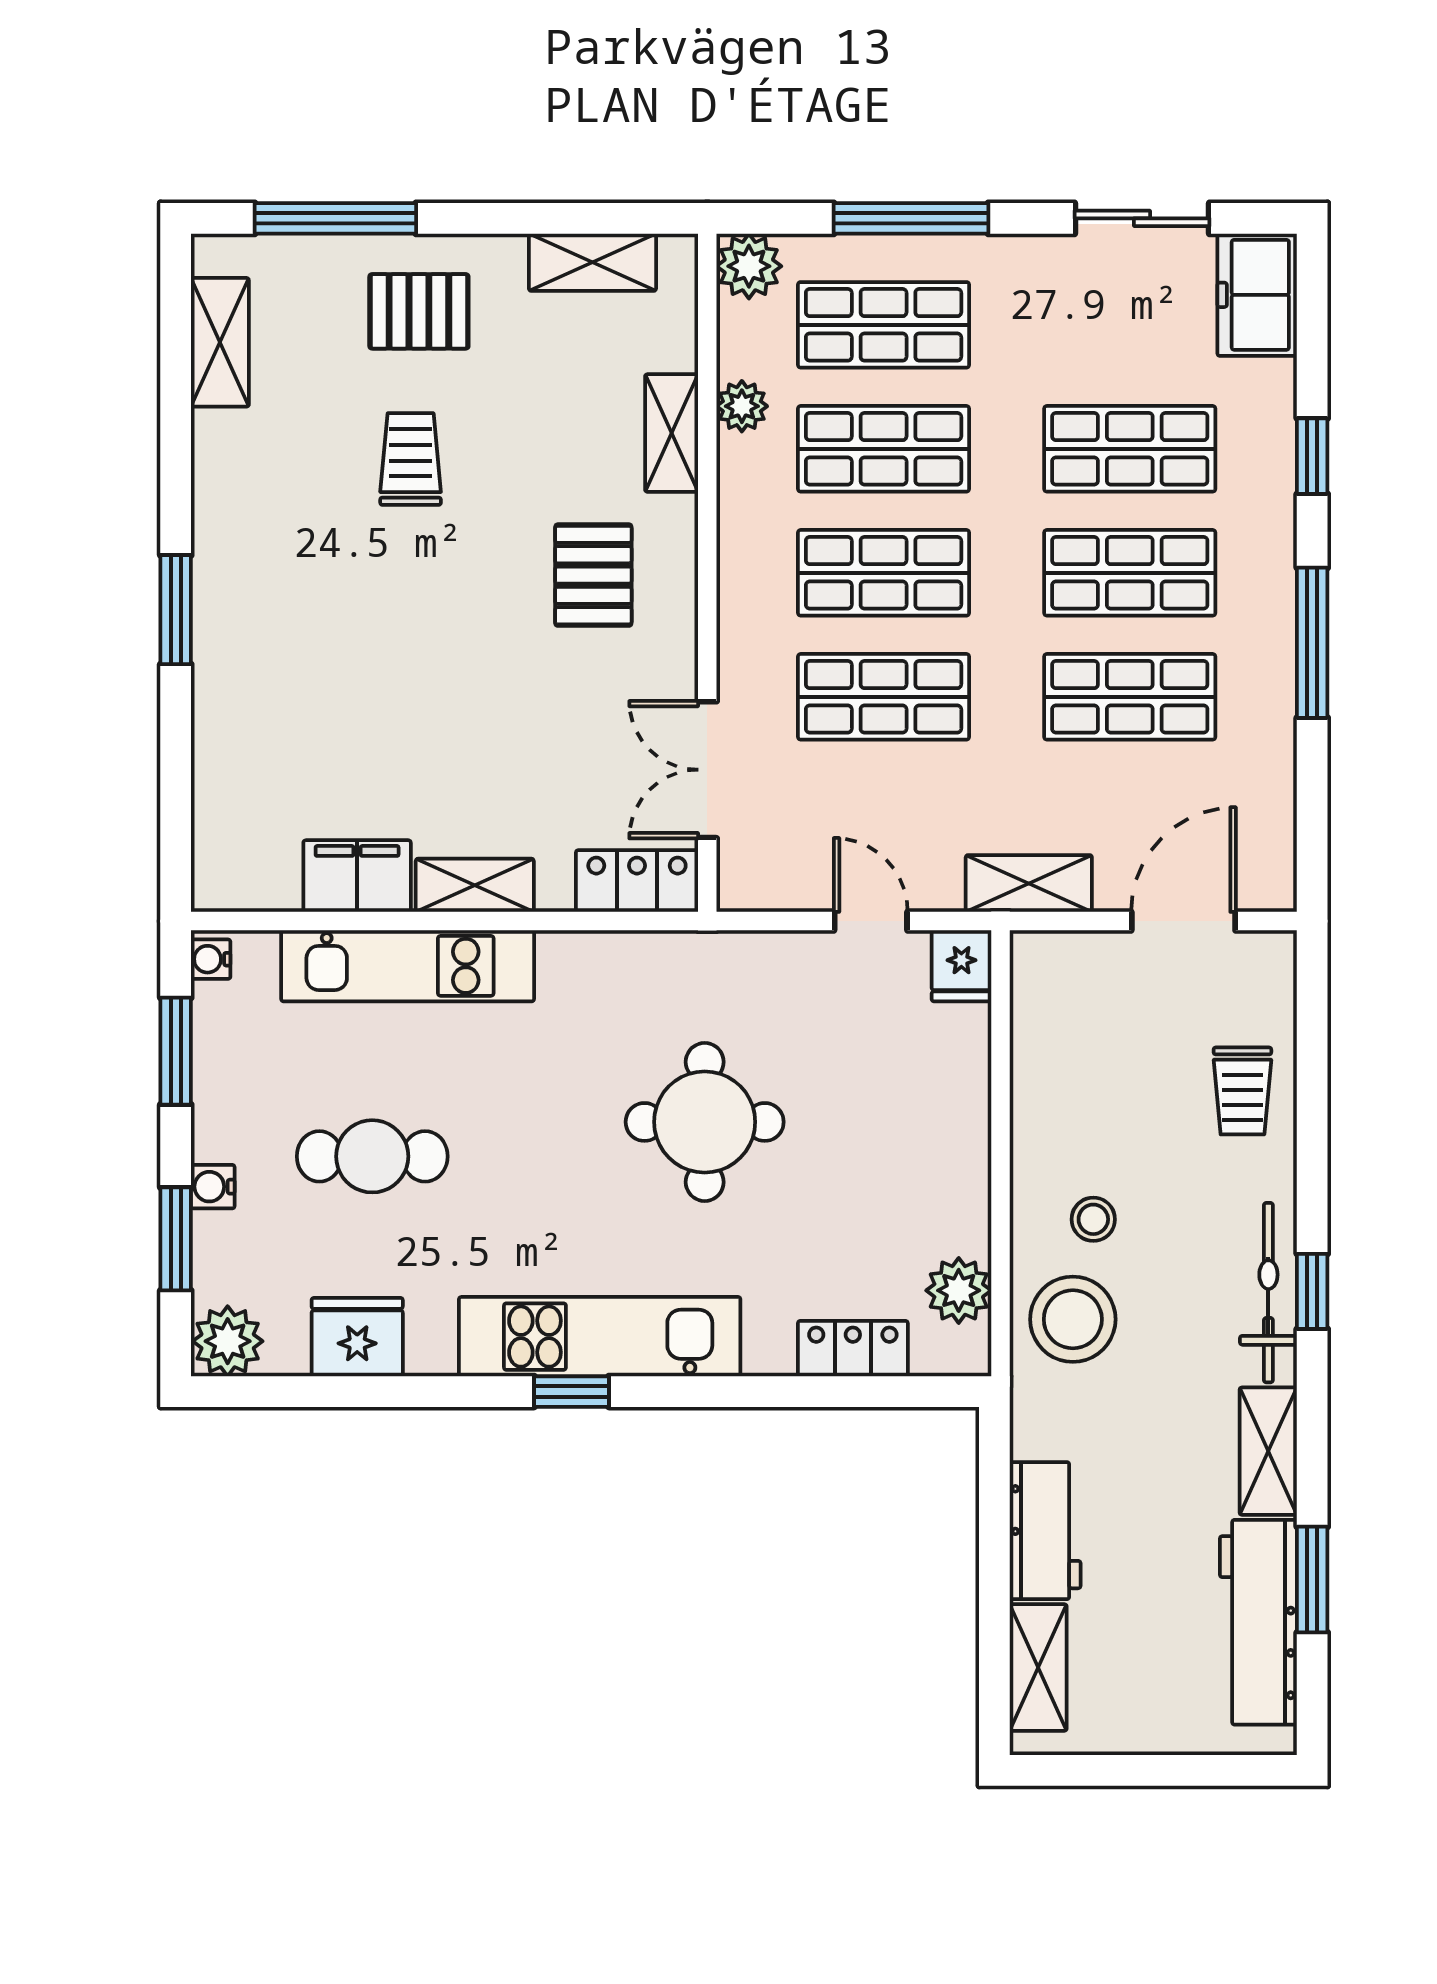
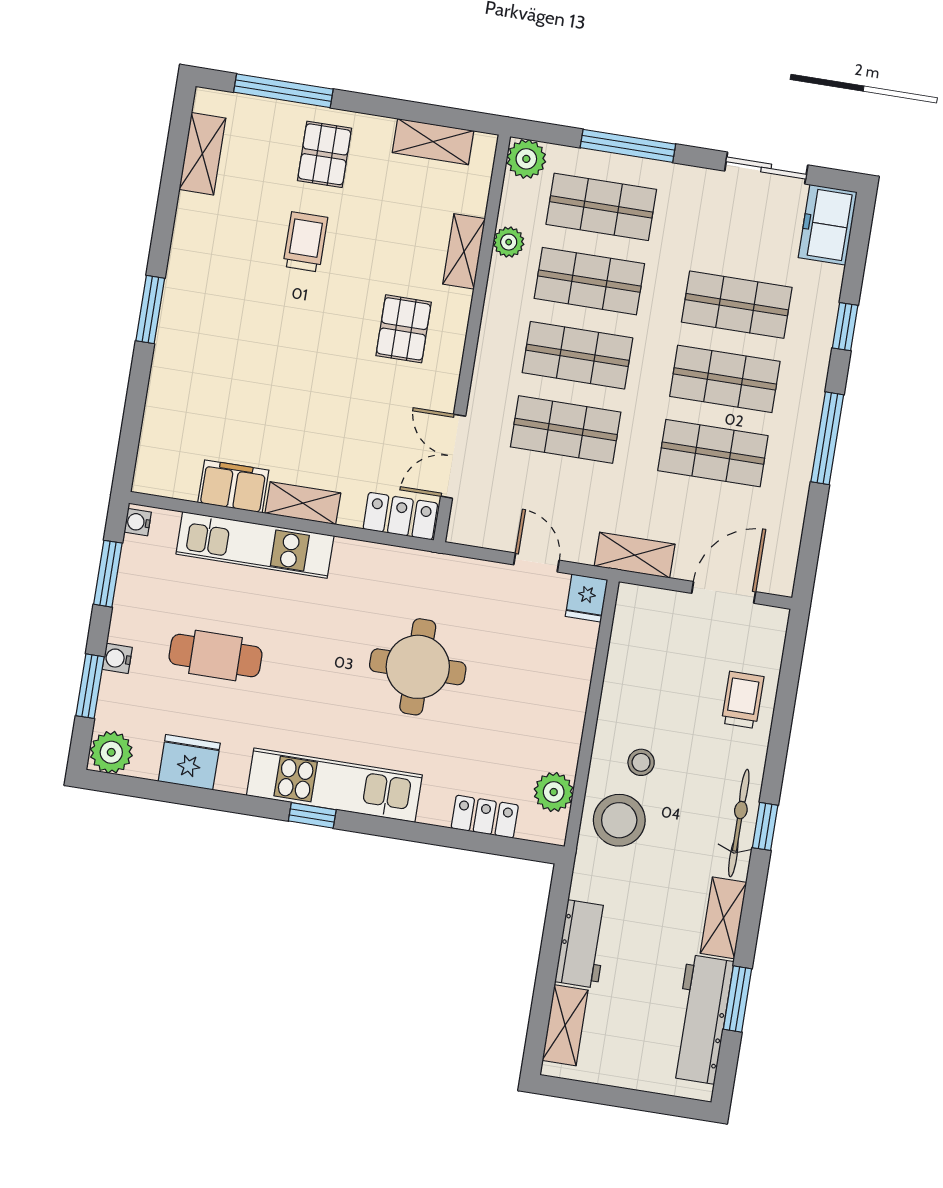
pallet: (419, 311) -> (324, 154), turned 90
trolley: (1242, 1091) -> (743, 700), turned 180

